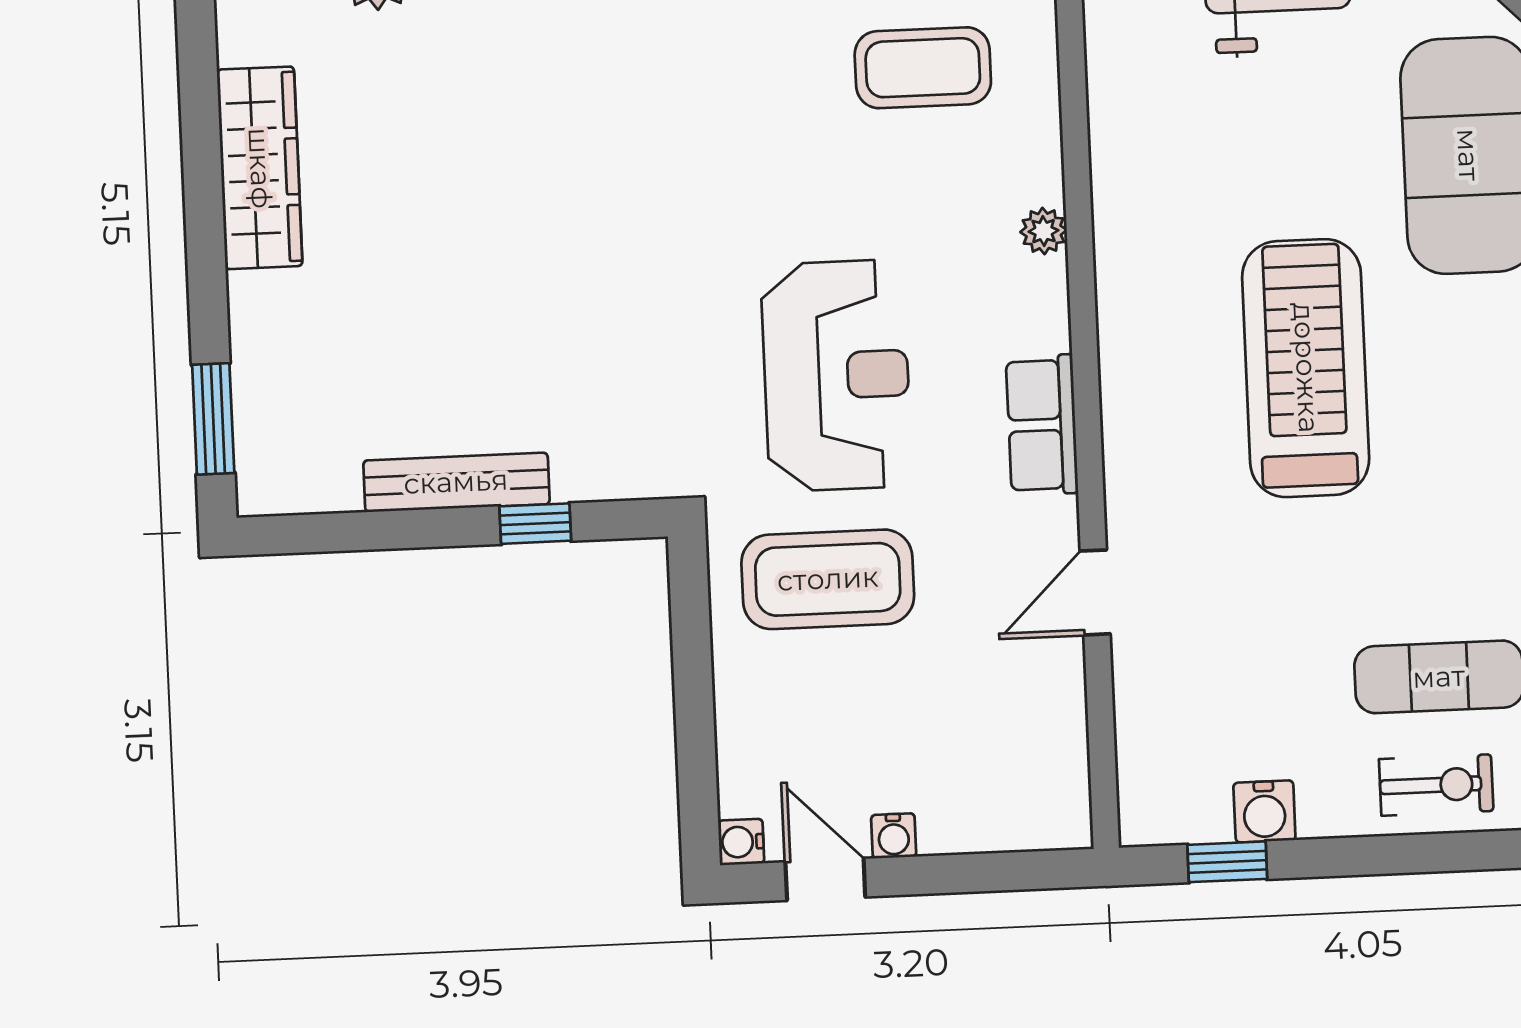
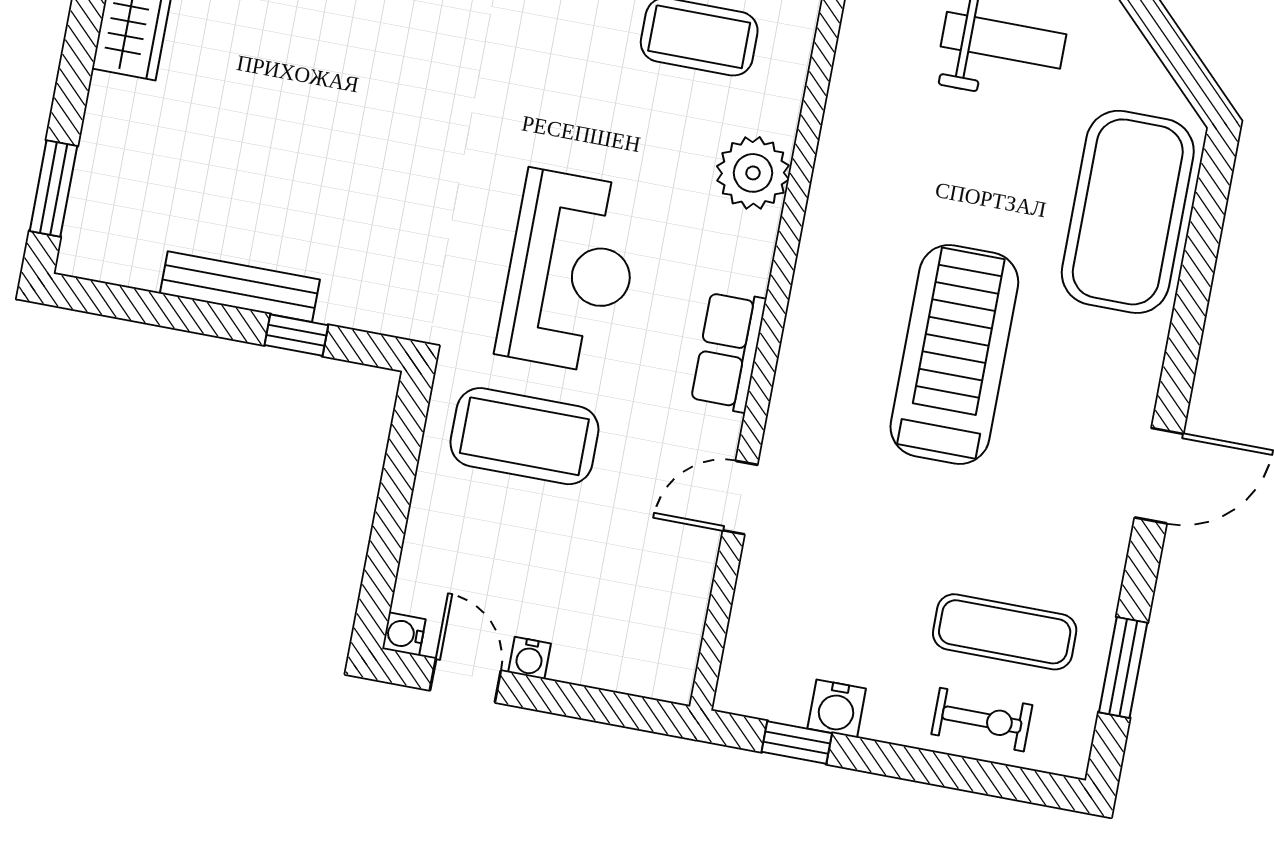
plant: (1044, 231) -> (753, 173), width x1.88, depth x1.88

